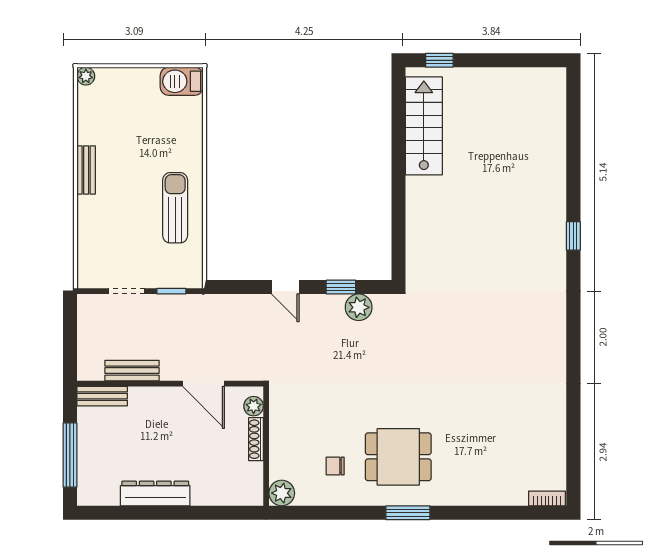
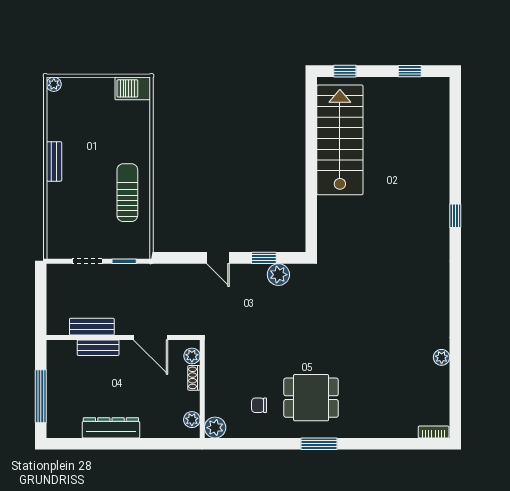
window: (518, 60) -> (410, 71), added
stairs: (424, 126) -> (340, 140), width x1.36, depth x1.51
bench: (102, 396) -> (98, 348), moved
plant: (557, 408) -> (442, 357), added
shoe rack: (256, 439) -> (194, 378), width x0.70
plant: (253, 483) -> (192, 420), added

